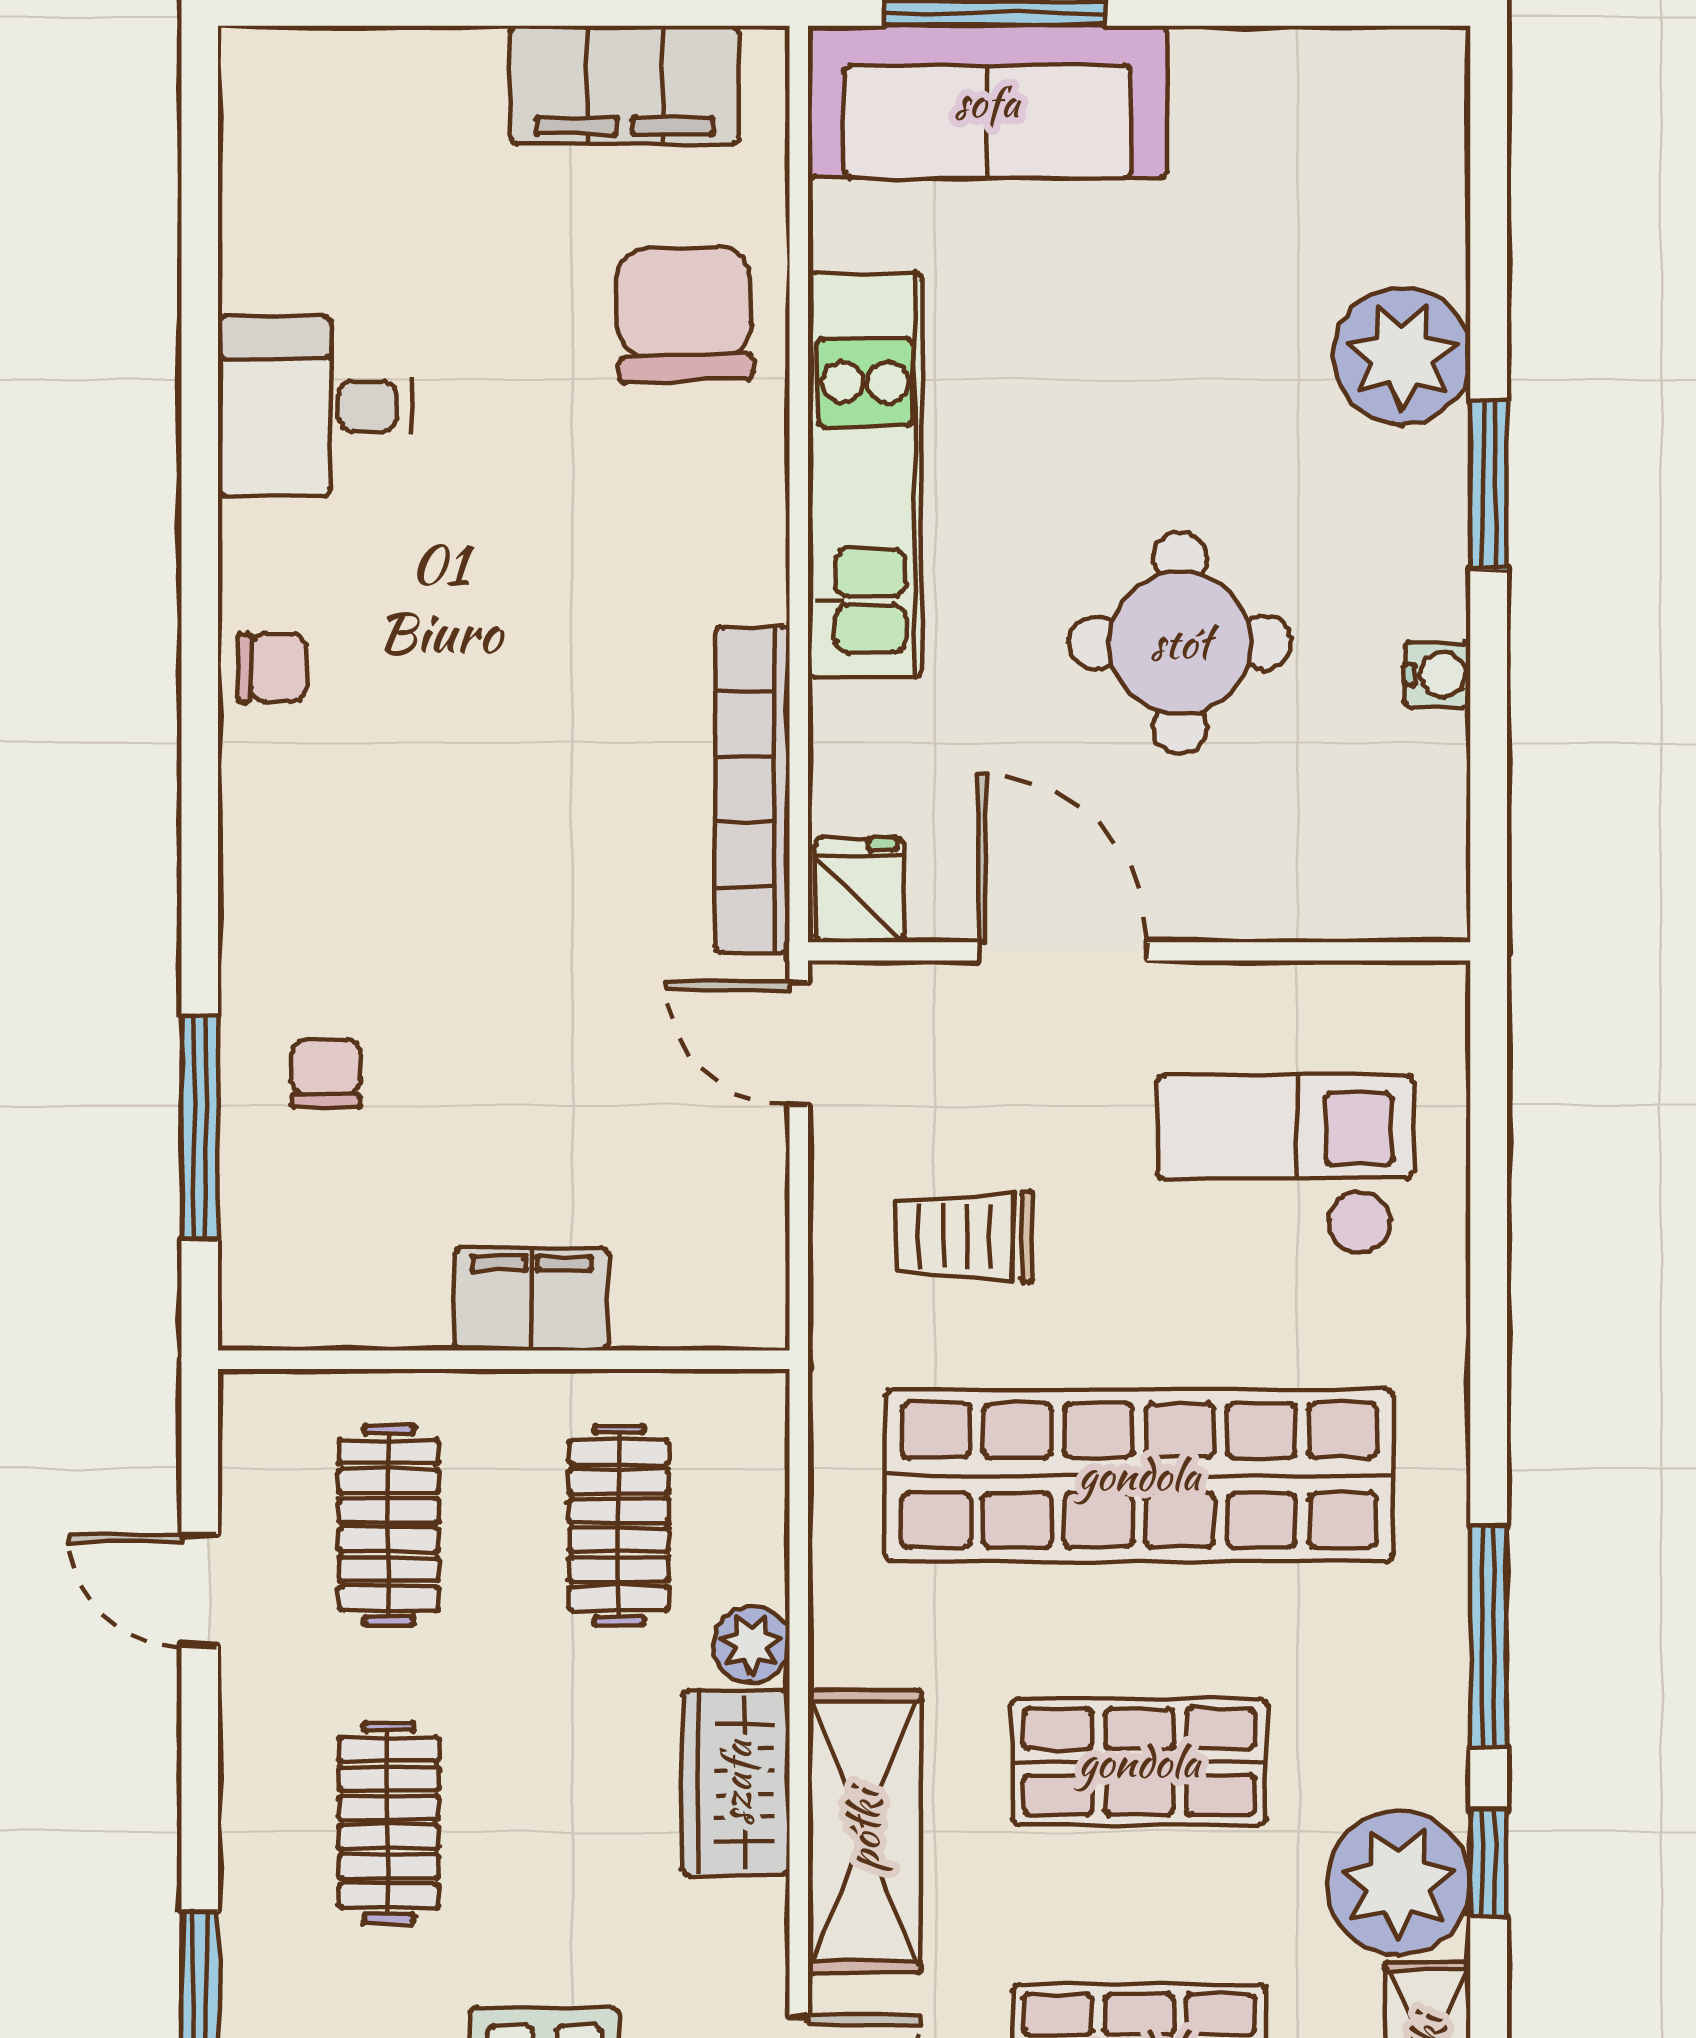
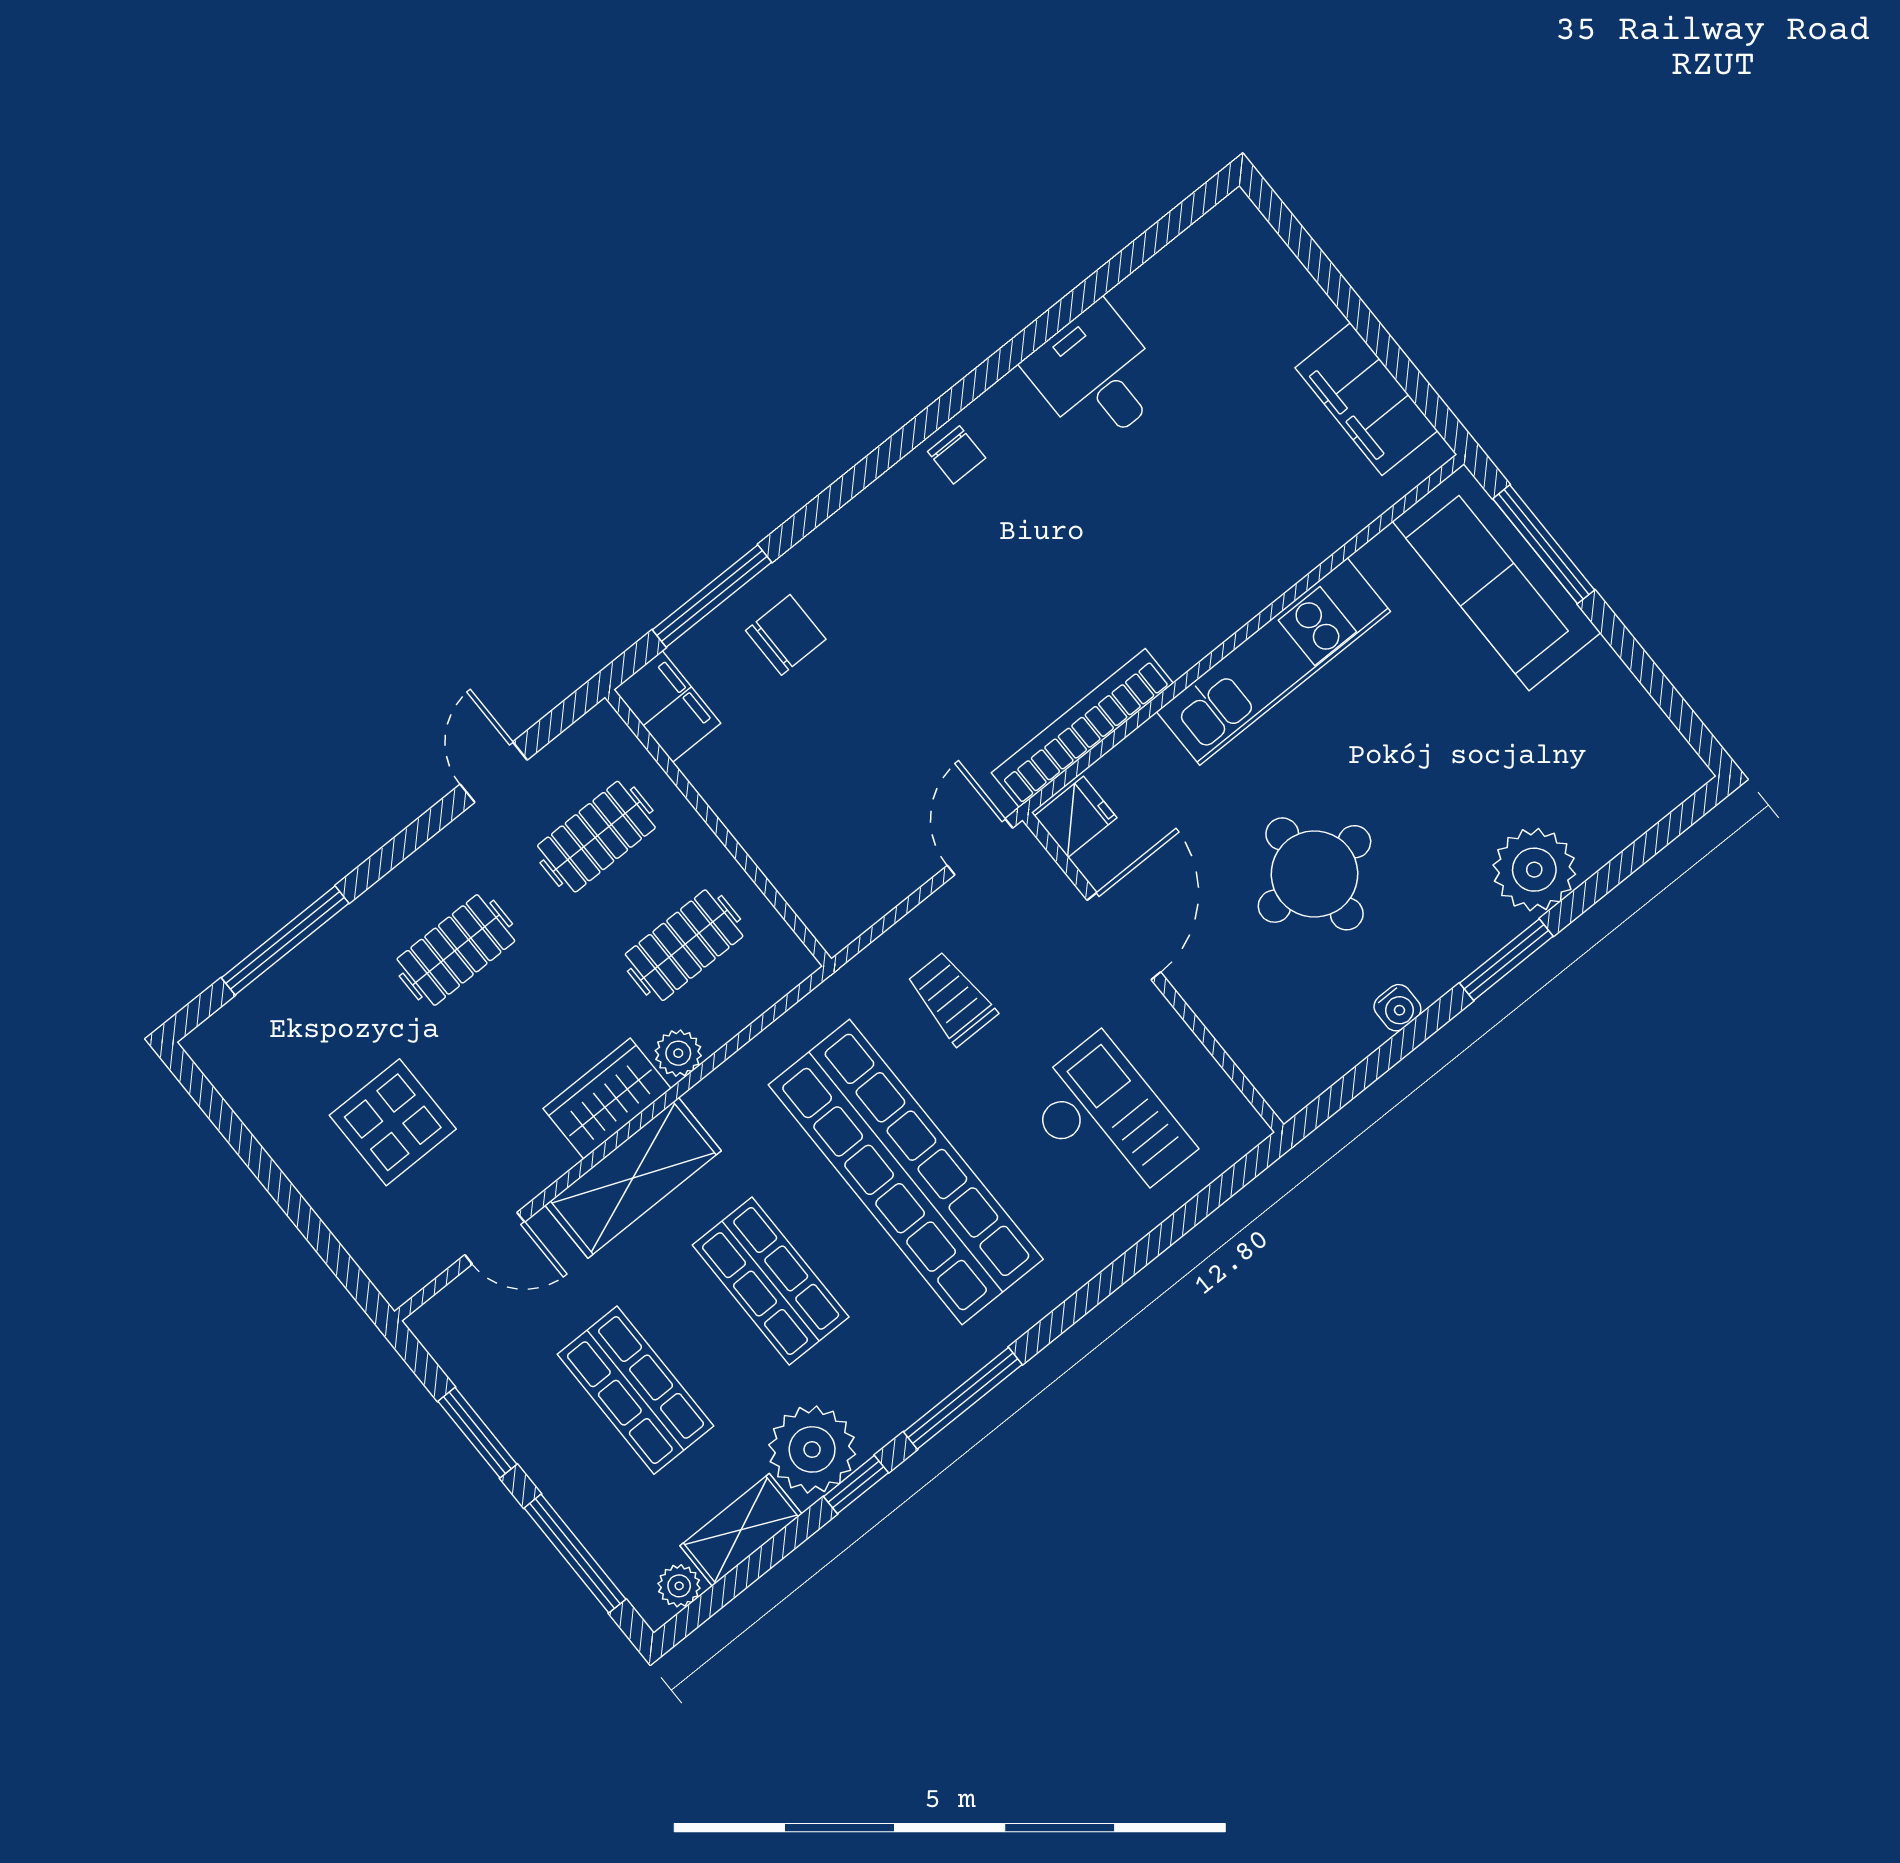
chair: (684, 314) -> (1281, 515), removed
chair: (326, 1073) -> (786, 635), width x1.37, depth x1.37
filing cabinet: (531, 1299) -> (667, 706), moved

